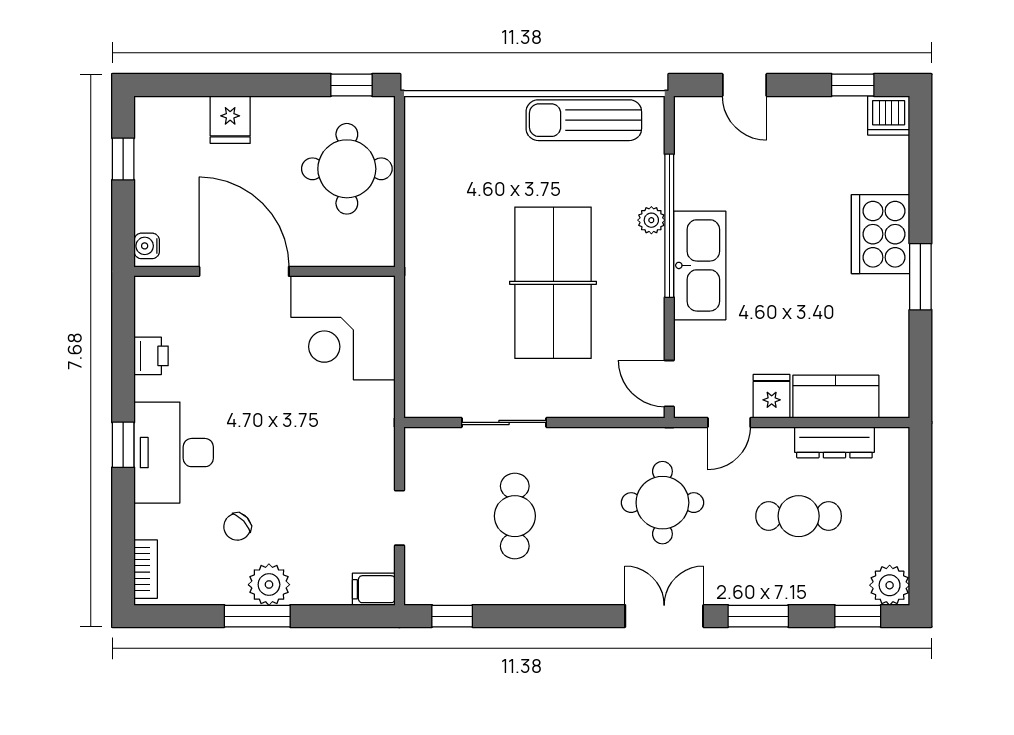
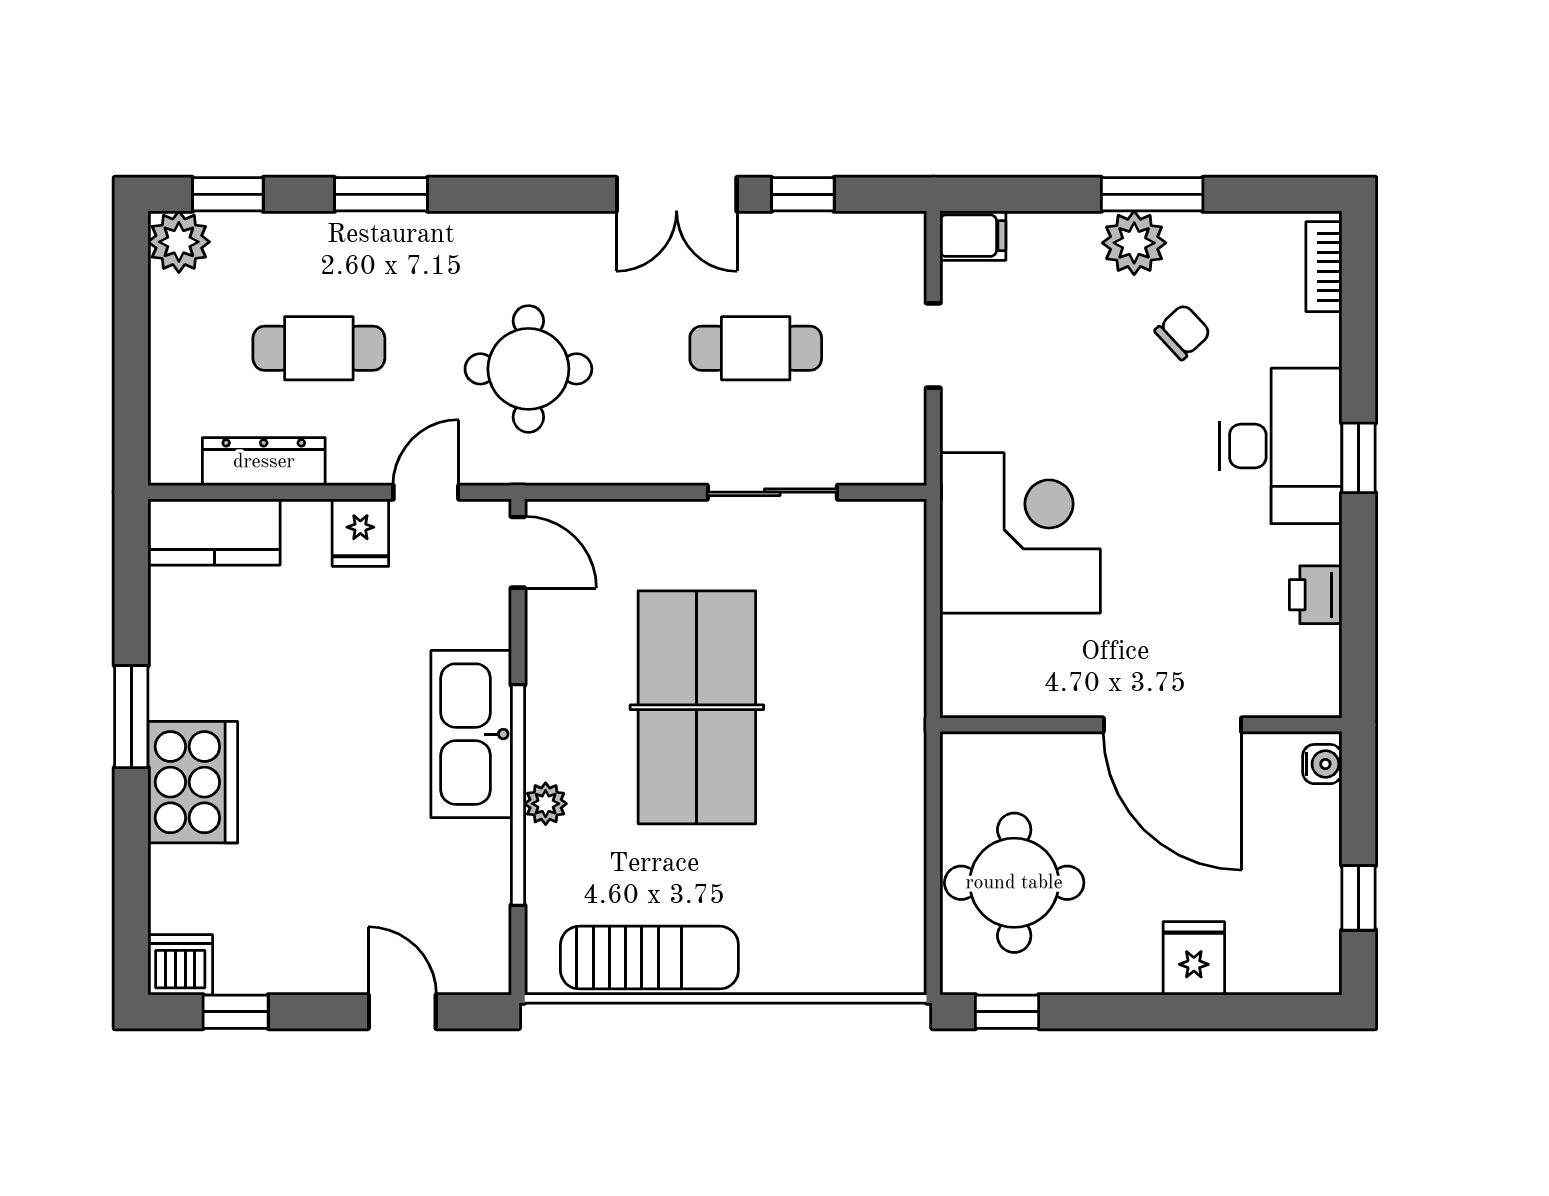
corner desk: (343, 328) -> (1020, 533), moved
kitchen counter: (836, 397) -> (214, 532), moved
cafe table: (515, 516) -> (756, 348), turned 90
window: (452, 616) -> (803, 194), moved
double door: (664, 616) -> (677, 194), moved

